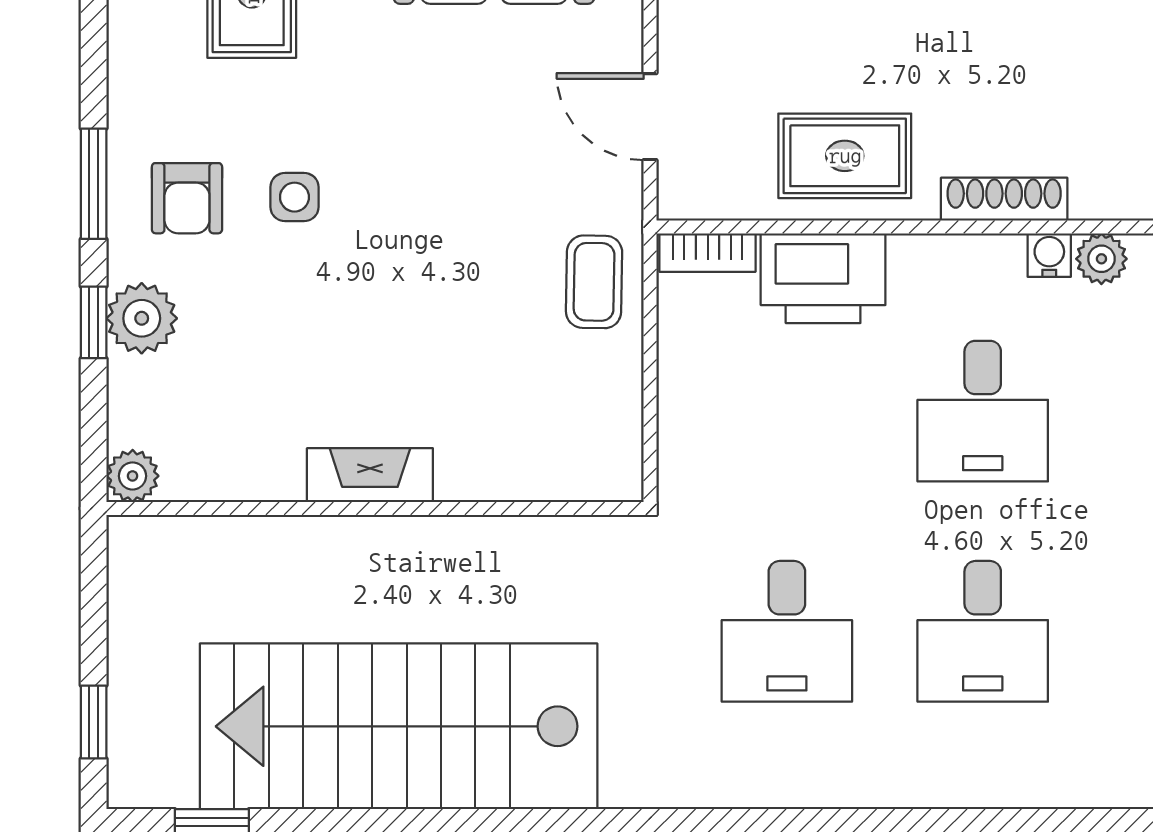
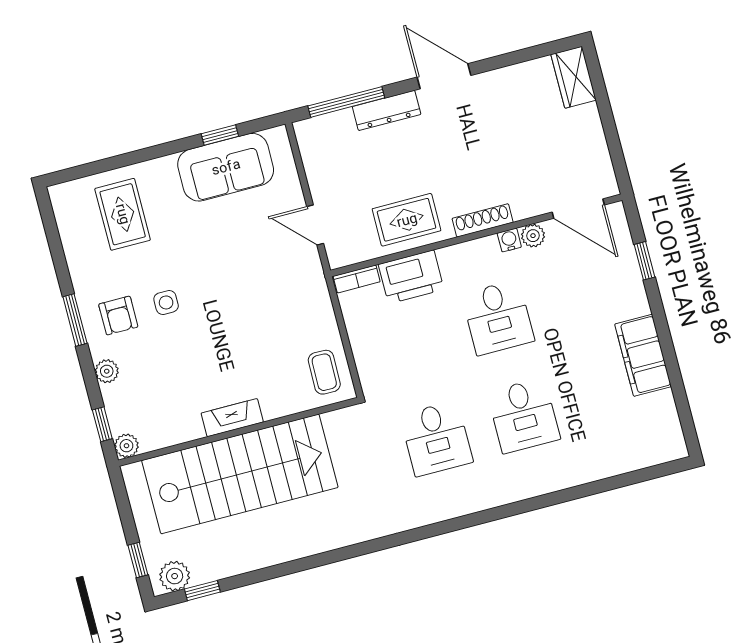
coffee table: (594, 282) -> (324, 372), moved
plant: (142, 318) -> (107, 371), width x0.73, depth x0.73
window: (94, 322) -> (102, 424), moved
stairs: (399, 726) -> (240, 474), moved, turned 180
plant: (162, 776) -> (175, 576), added

